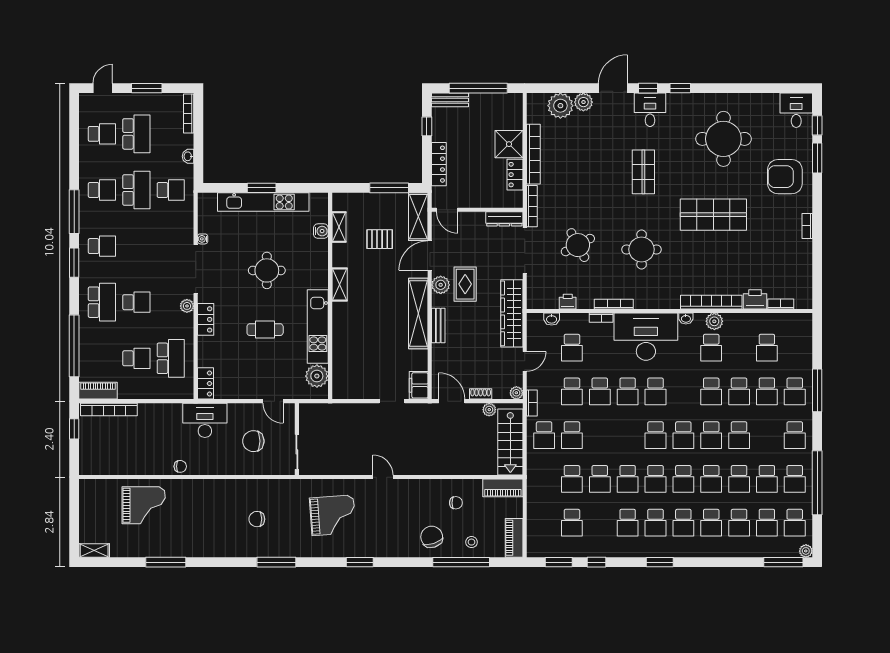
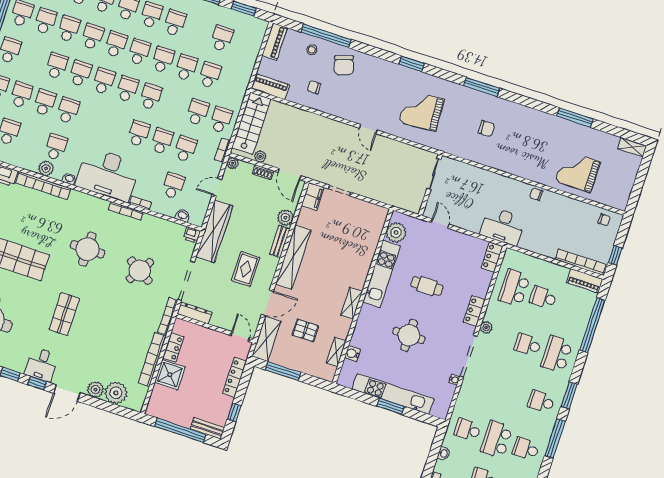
round table: (578, 245) -> (140, 271), turned -30
plant: (441, 285) -> (285, 218), moved
printer: (568, 302) -> (192, 235), moved
school desk: (655, 391) -> (151, 97), moved
chair: (253, 441) -> (604, 220), moved, width x0.54, depth x0.54

